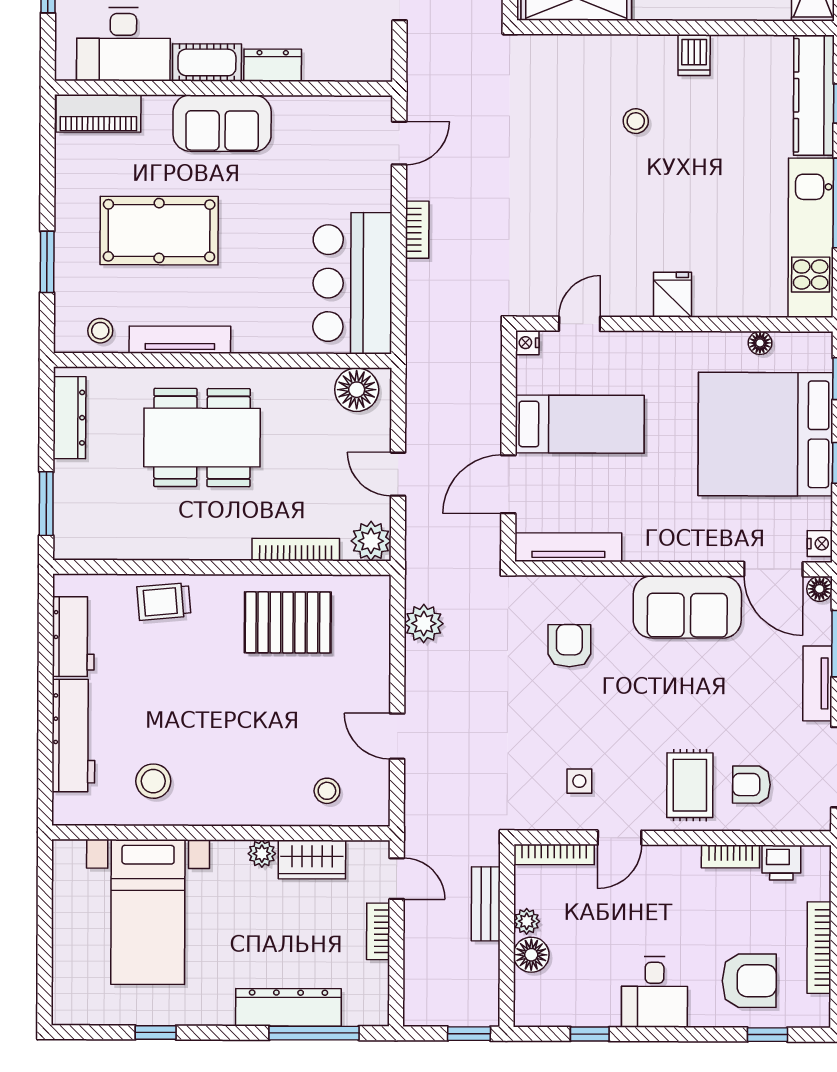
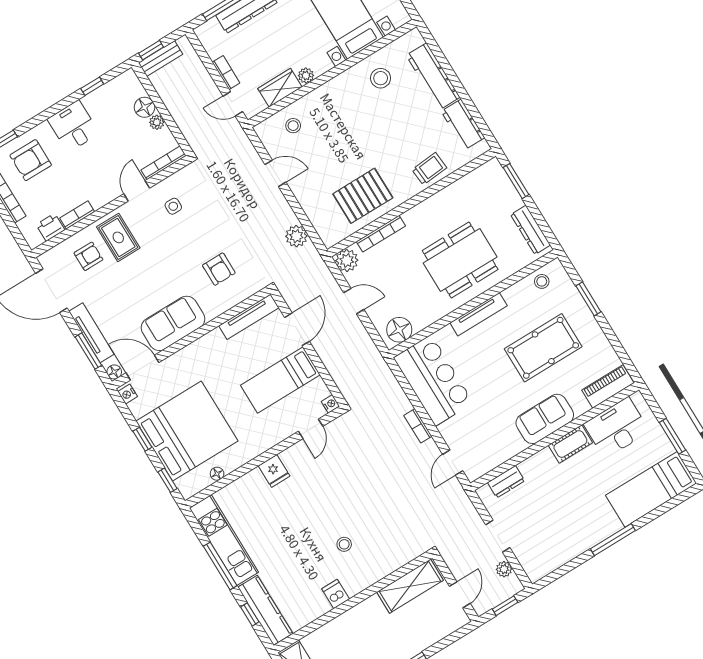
dresser: (273, 65) -> (506, 482), moved
tv unit: (180, 340) -> (479, 314), moved
tv unit: (817, 683) -> (91, 333), width x1.41
bench: (486, 904) -> (161, 58), moved, turned 90

